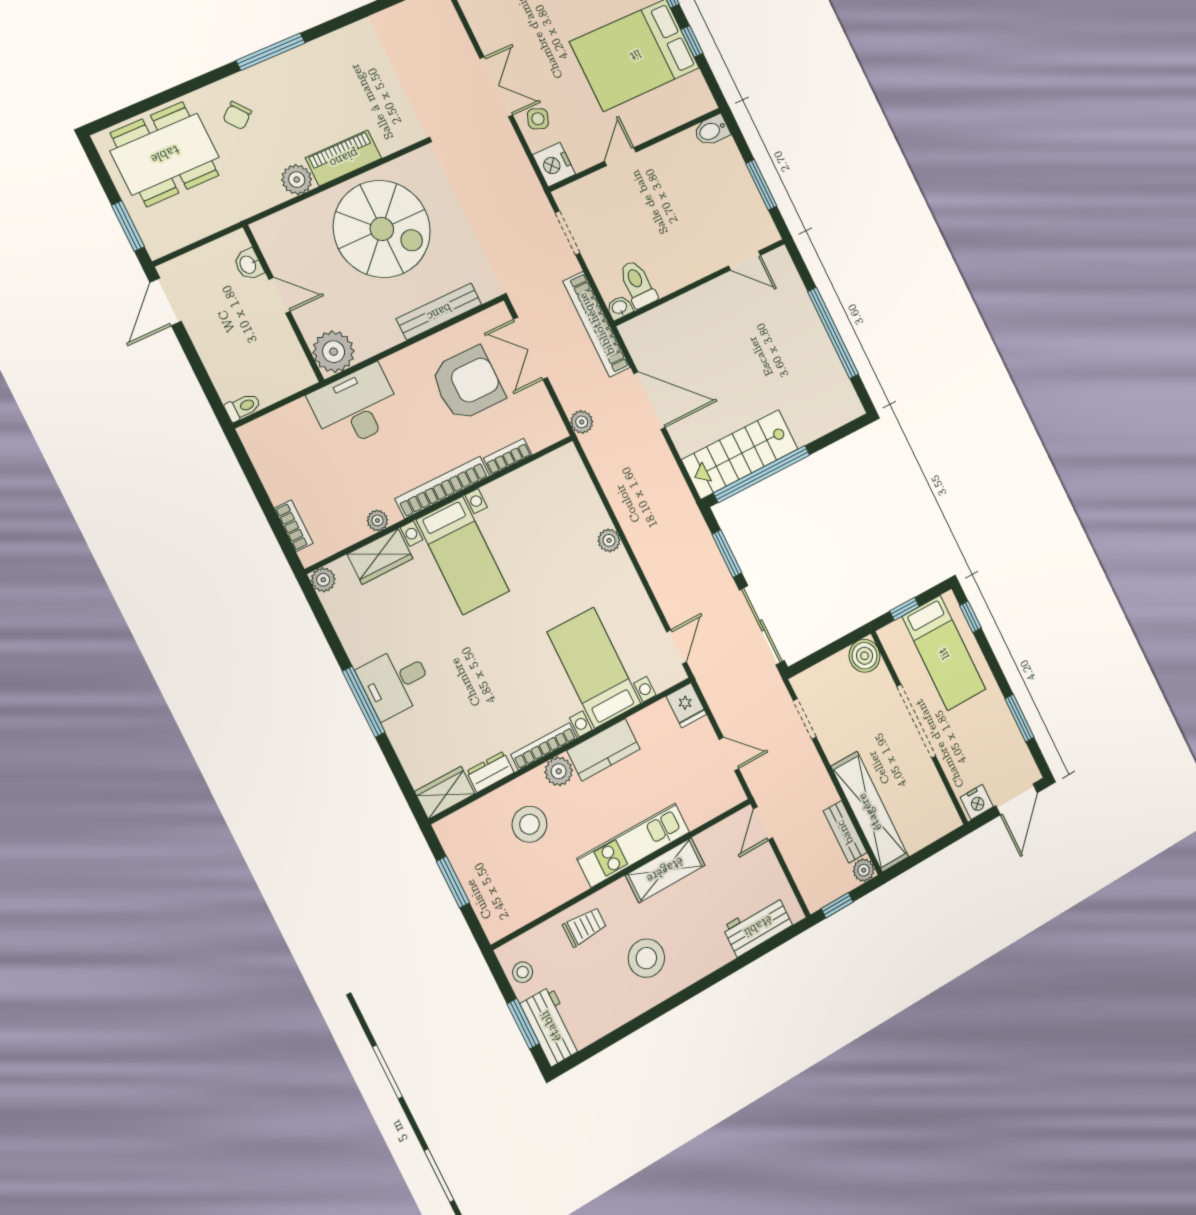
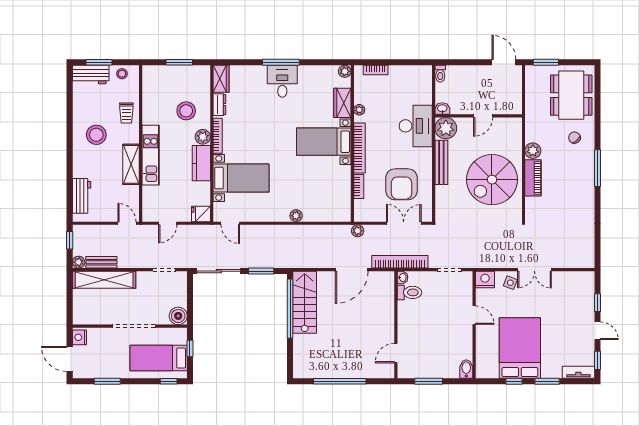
washbasin: (248, 264) -> (442, 109), moved
bench: (439, 312) -> (441, 162), moved

